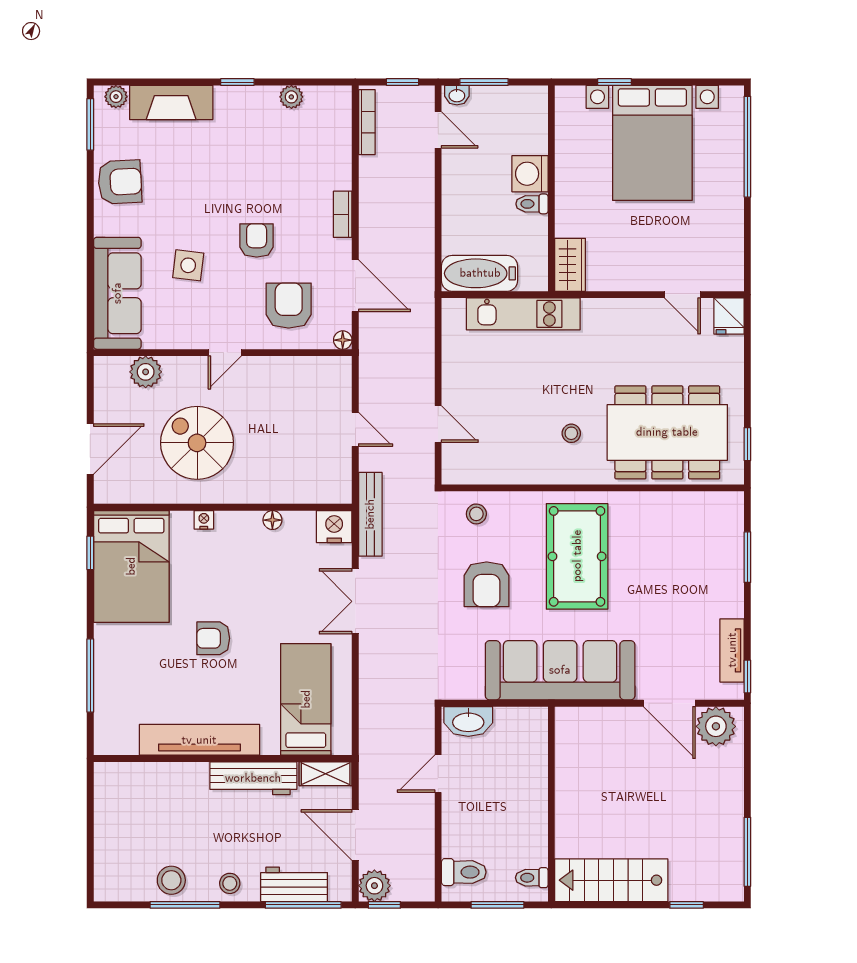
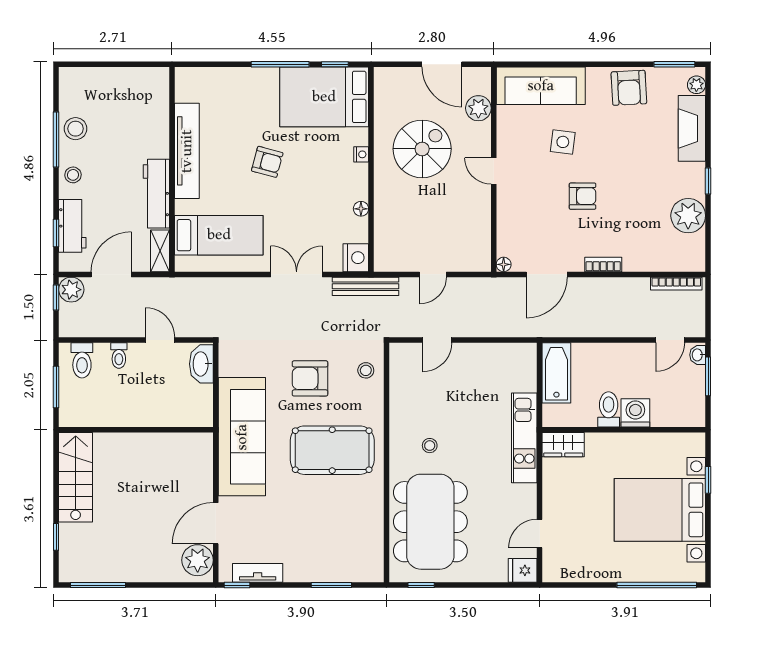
window: (402, 82) -> (708, 312), removed
plant: (291, 97) -> (688, 216), width x1.88, depth x1.88
toilet: (532, 204) -> (609, 409), width x1.37, depth x1.39
armchair: (289, 306) -> (531, 222), removed
kitchen unit: (523, 314) -> (524, 438), moved
door: (90, 449) -> (442, 64), moved
armchair: (213, 638) -> (267, 162), turned 105
window: (90, 675) -> (280, 64), moved
toilet: (532, 878) -> (119, 356), moved, turned 180
window: (303, 905) -> (56, 233), width x0.46

